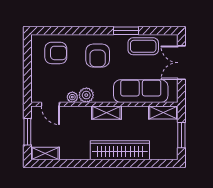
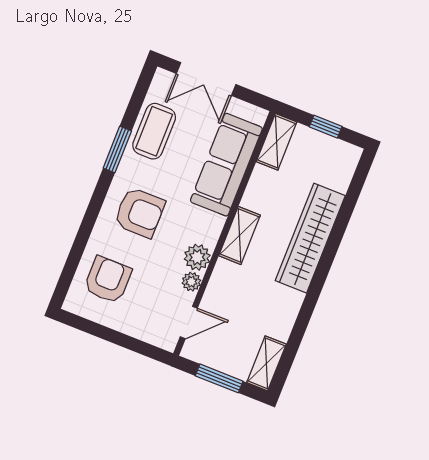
window: (181, 135) -> (326, 127), width x0.67

